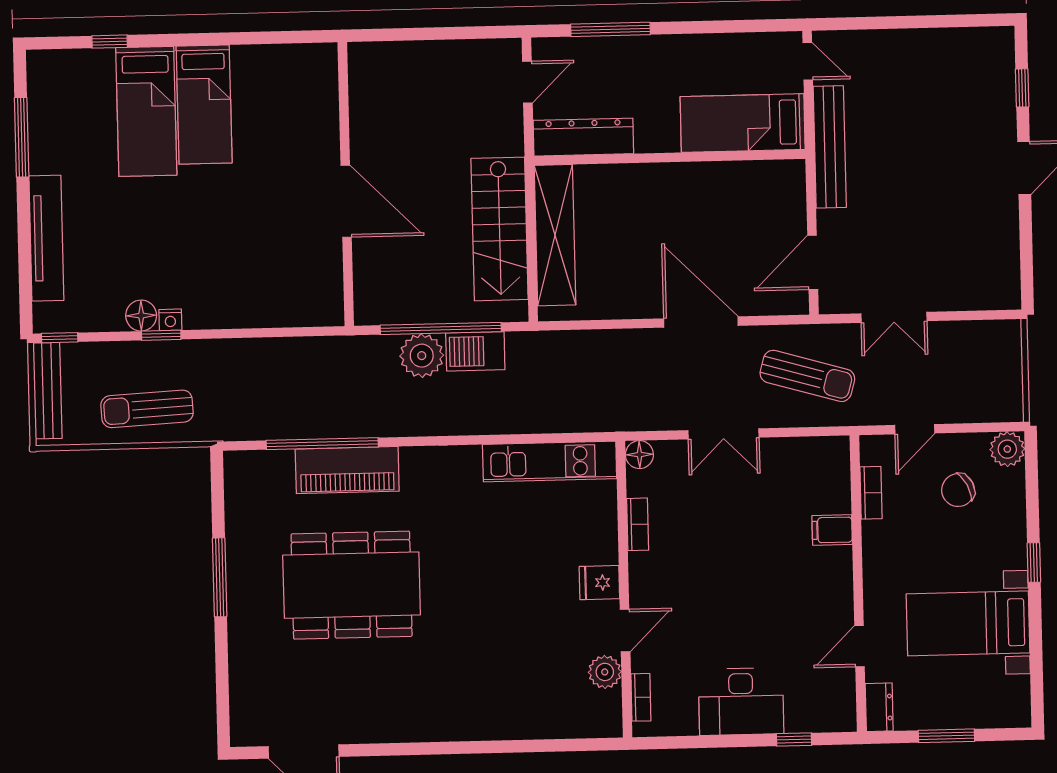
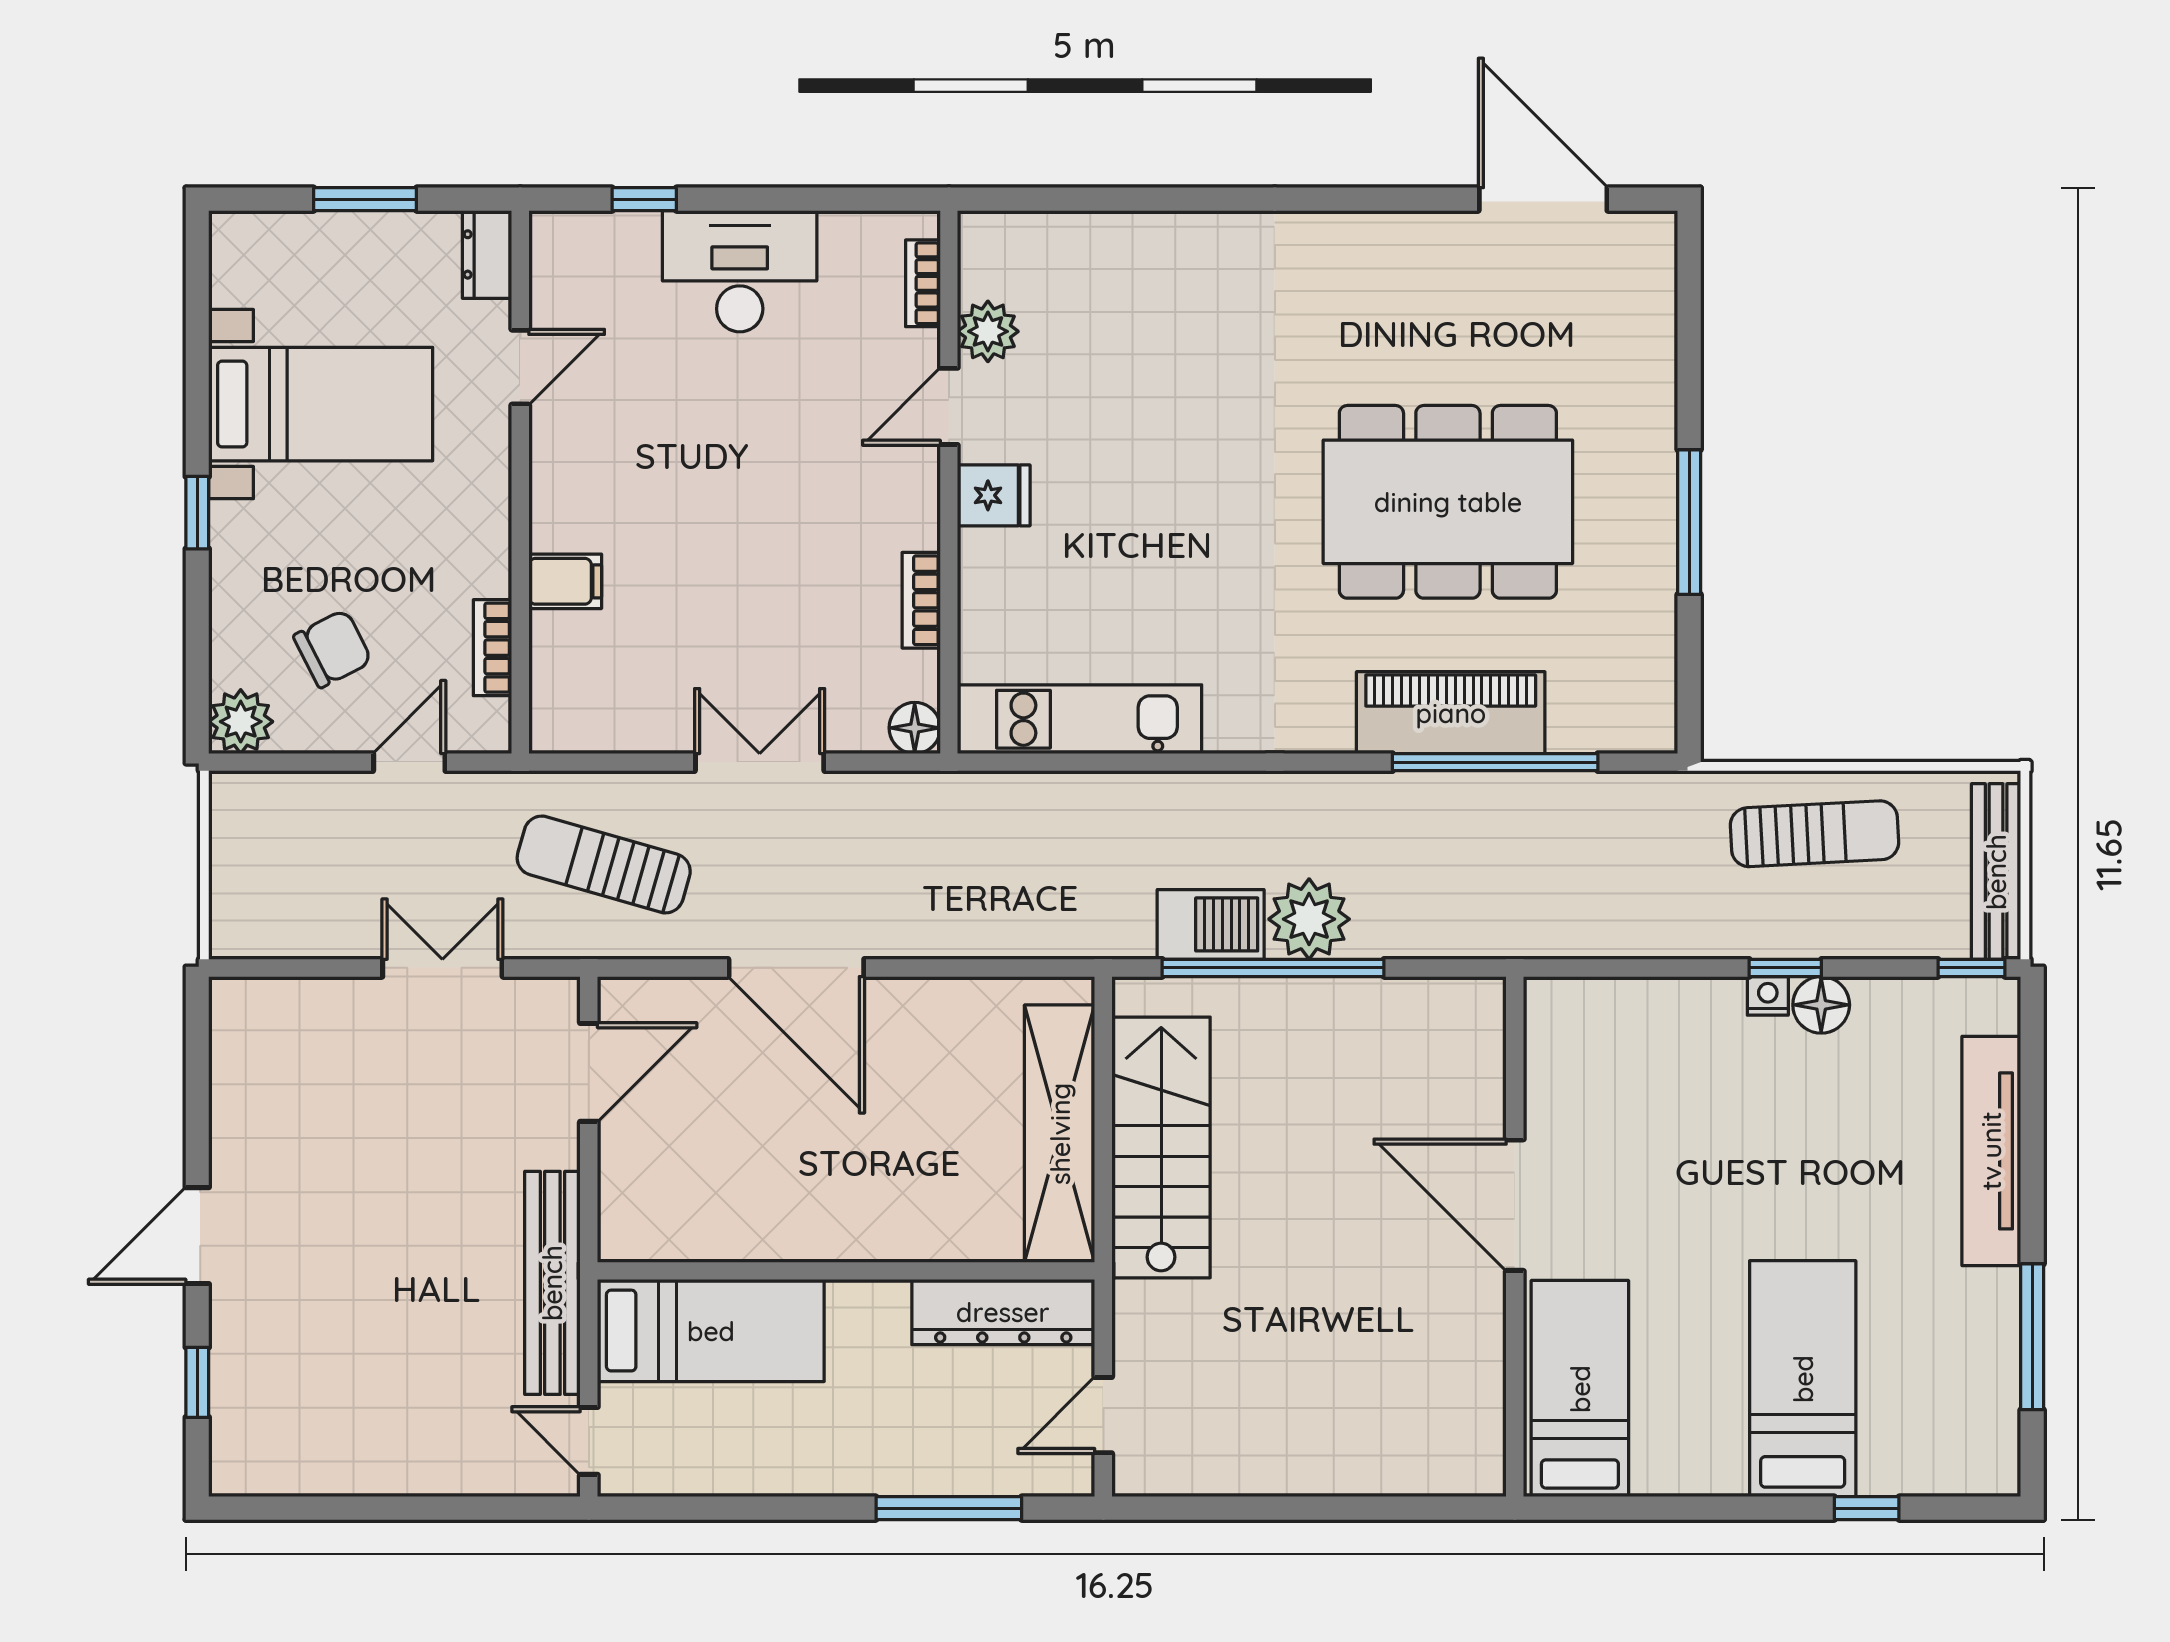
bed: (204, 105) -> (1580, 1389), moved
wall: (346, 184) -> (1515, 1237), moved
door: (346, 201) -> (1515, 1205), moved

